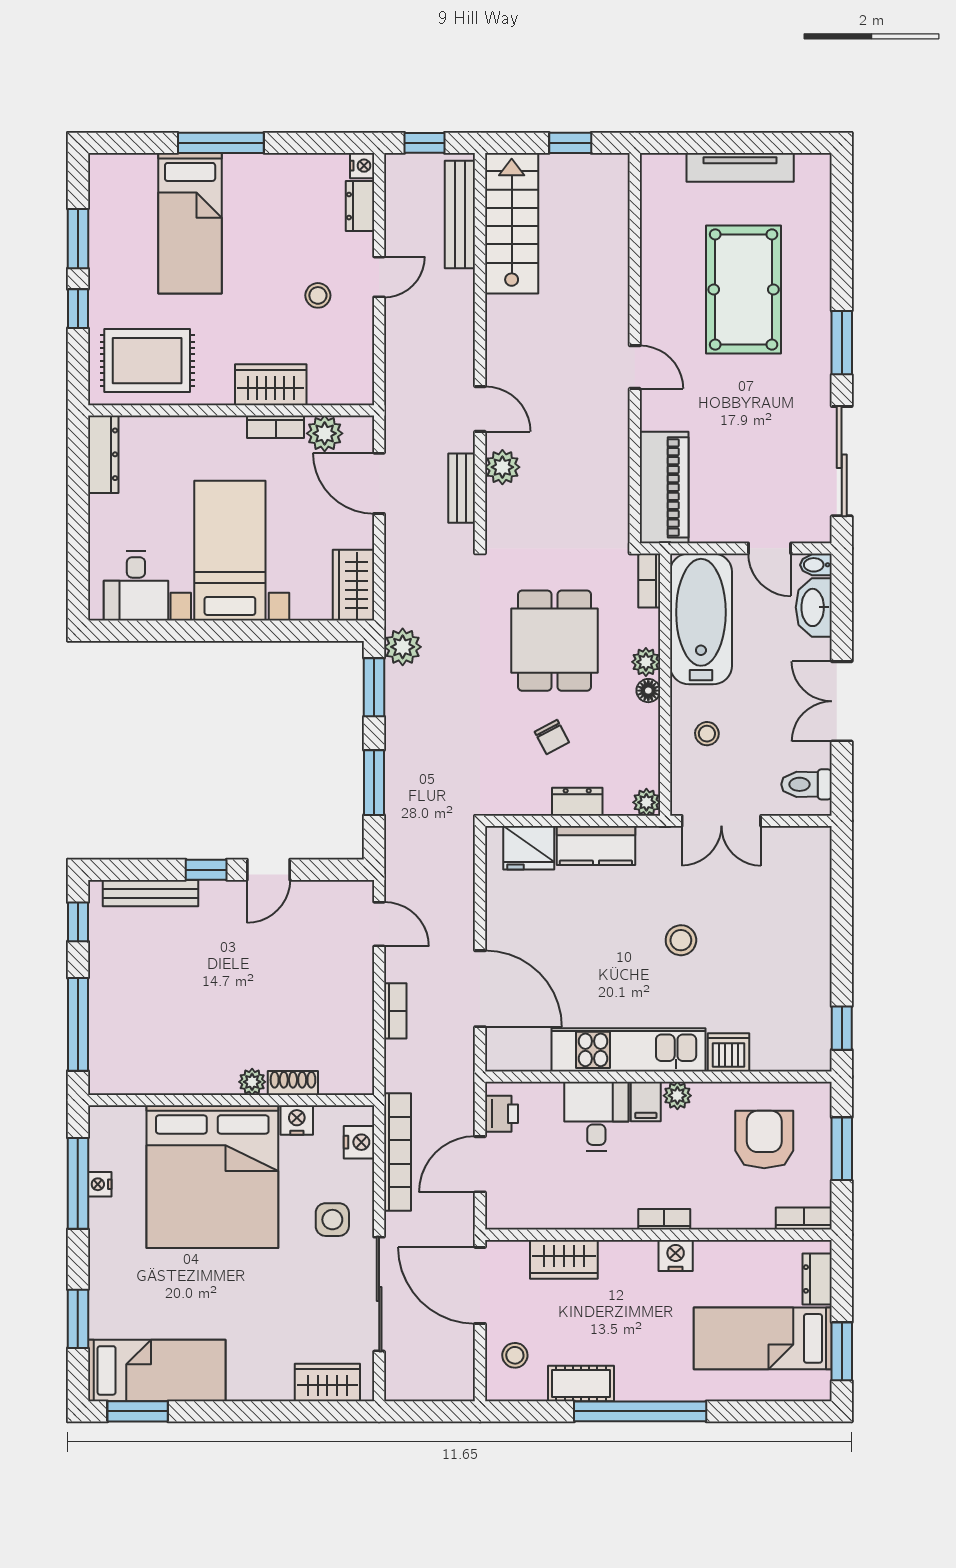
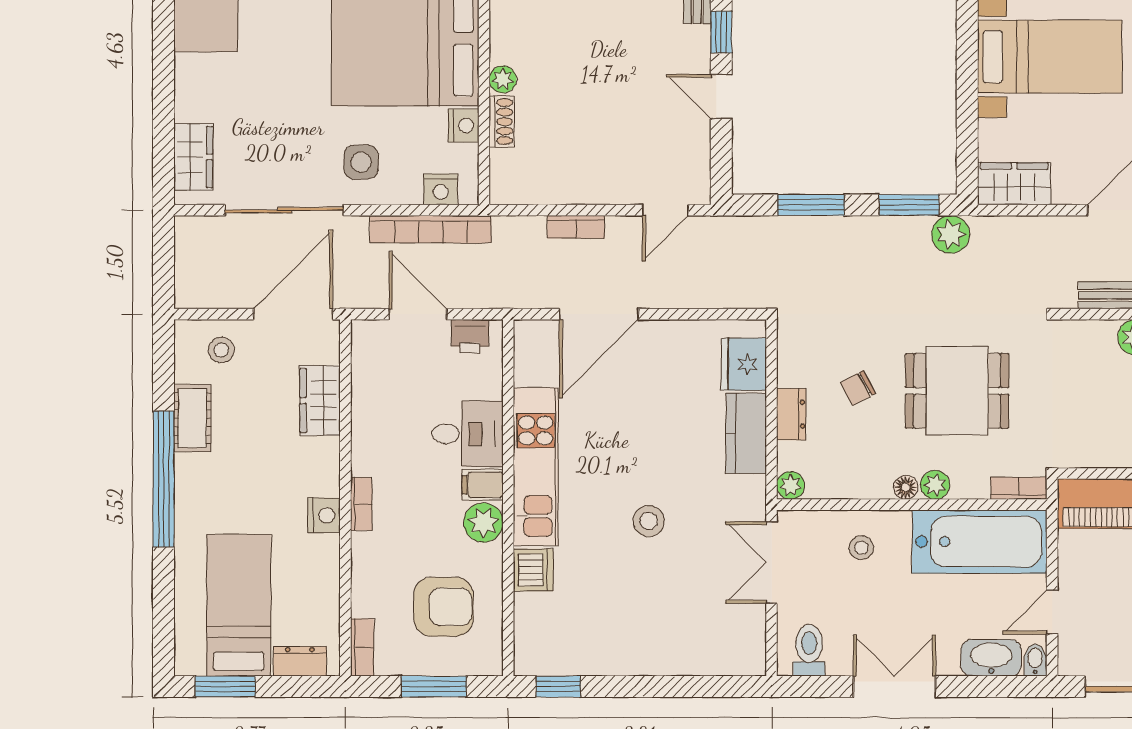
plant: (677, 1096) -> (483, 523), width x1.38, depth x1.38

